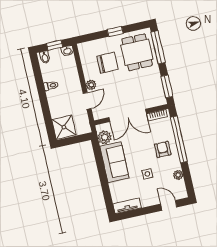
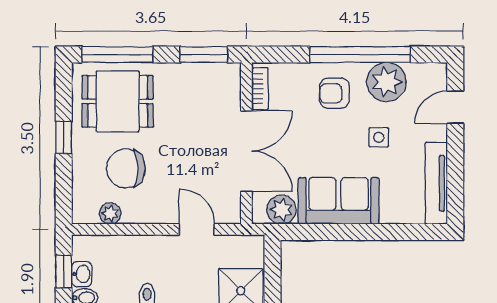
washbasin: (67, 51) -> (82, 274), moved
chair: (107, 63) -> (126, 168), turned -90
plant: (91, 85) -> (110, 213), moved
window: (179, 139) -> (360, 55), moved
plant: (178, 175) -> (386, 82), width x1.87, depth x1.87
tv unit: (127, 206) -> (436, 183), width x1.41

